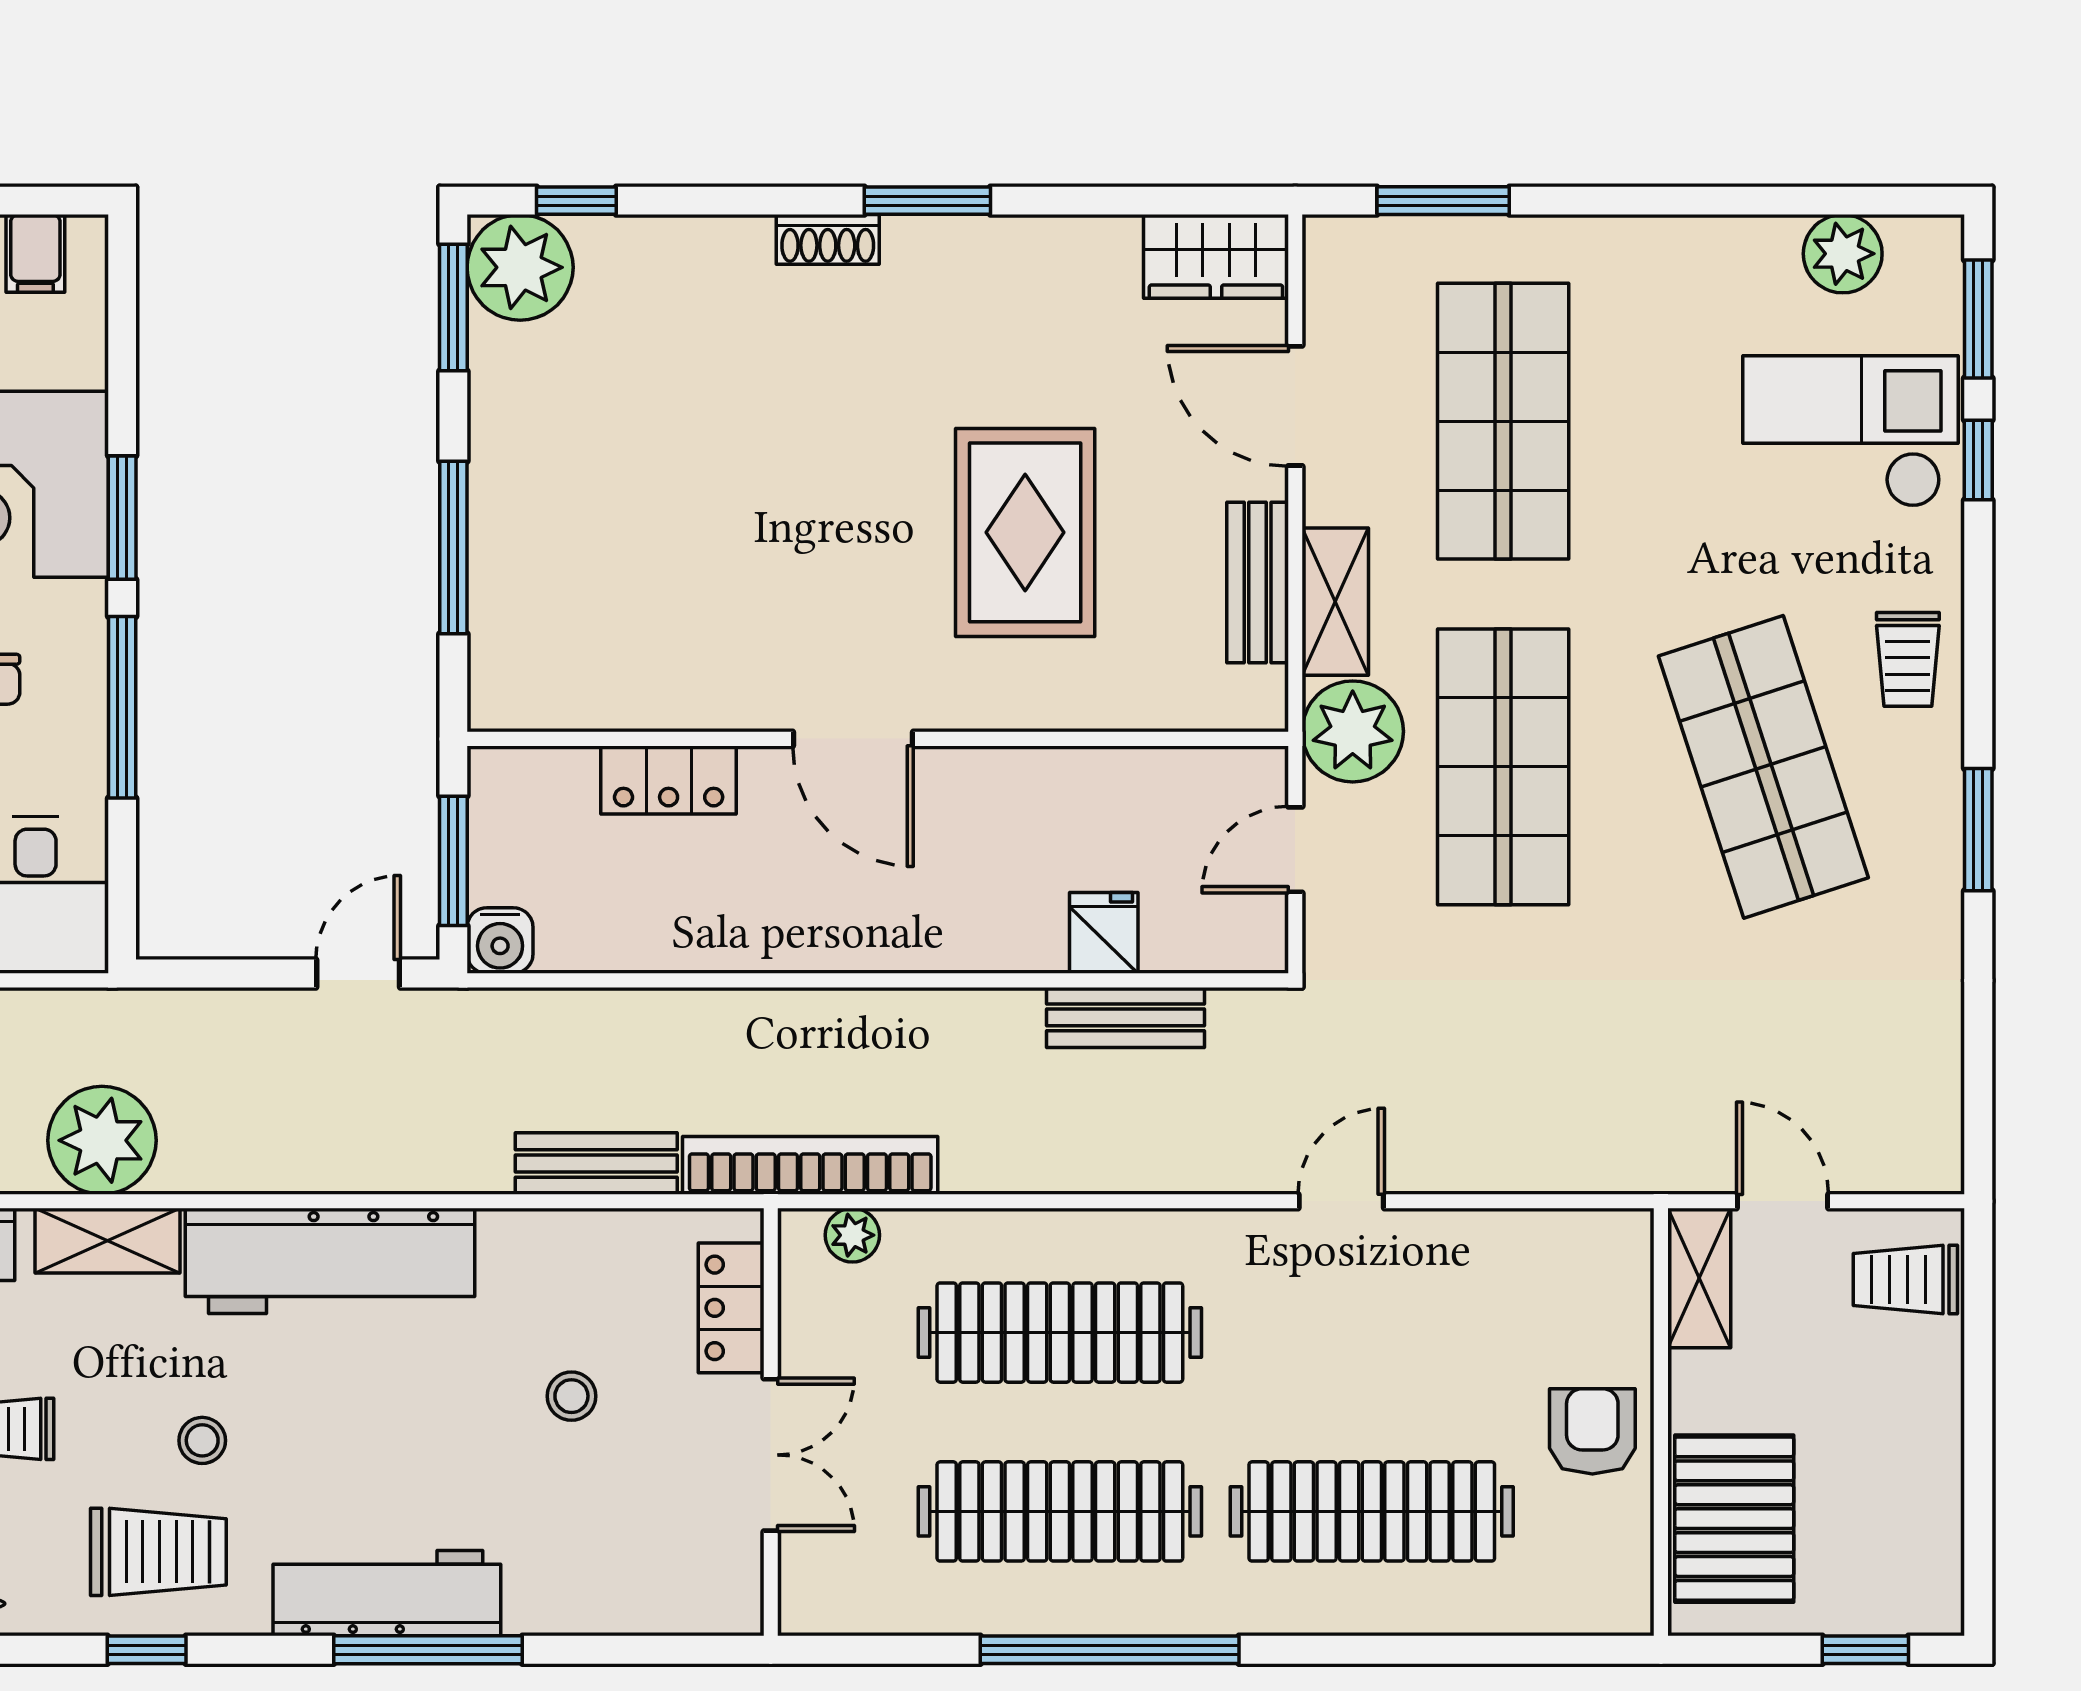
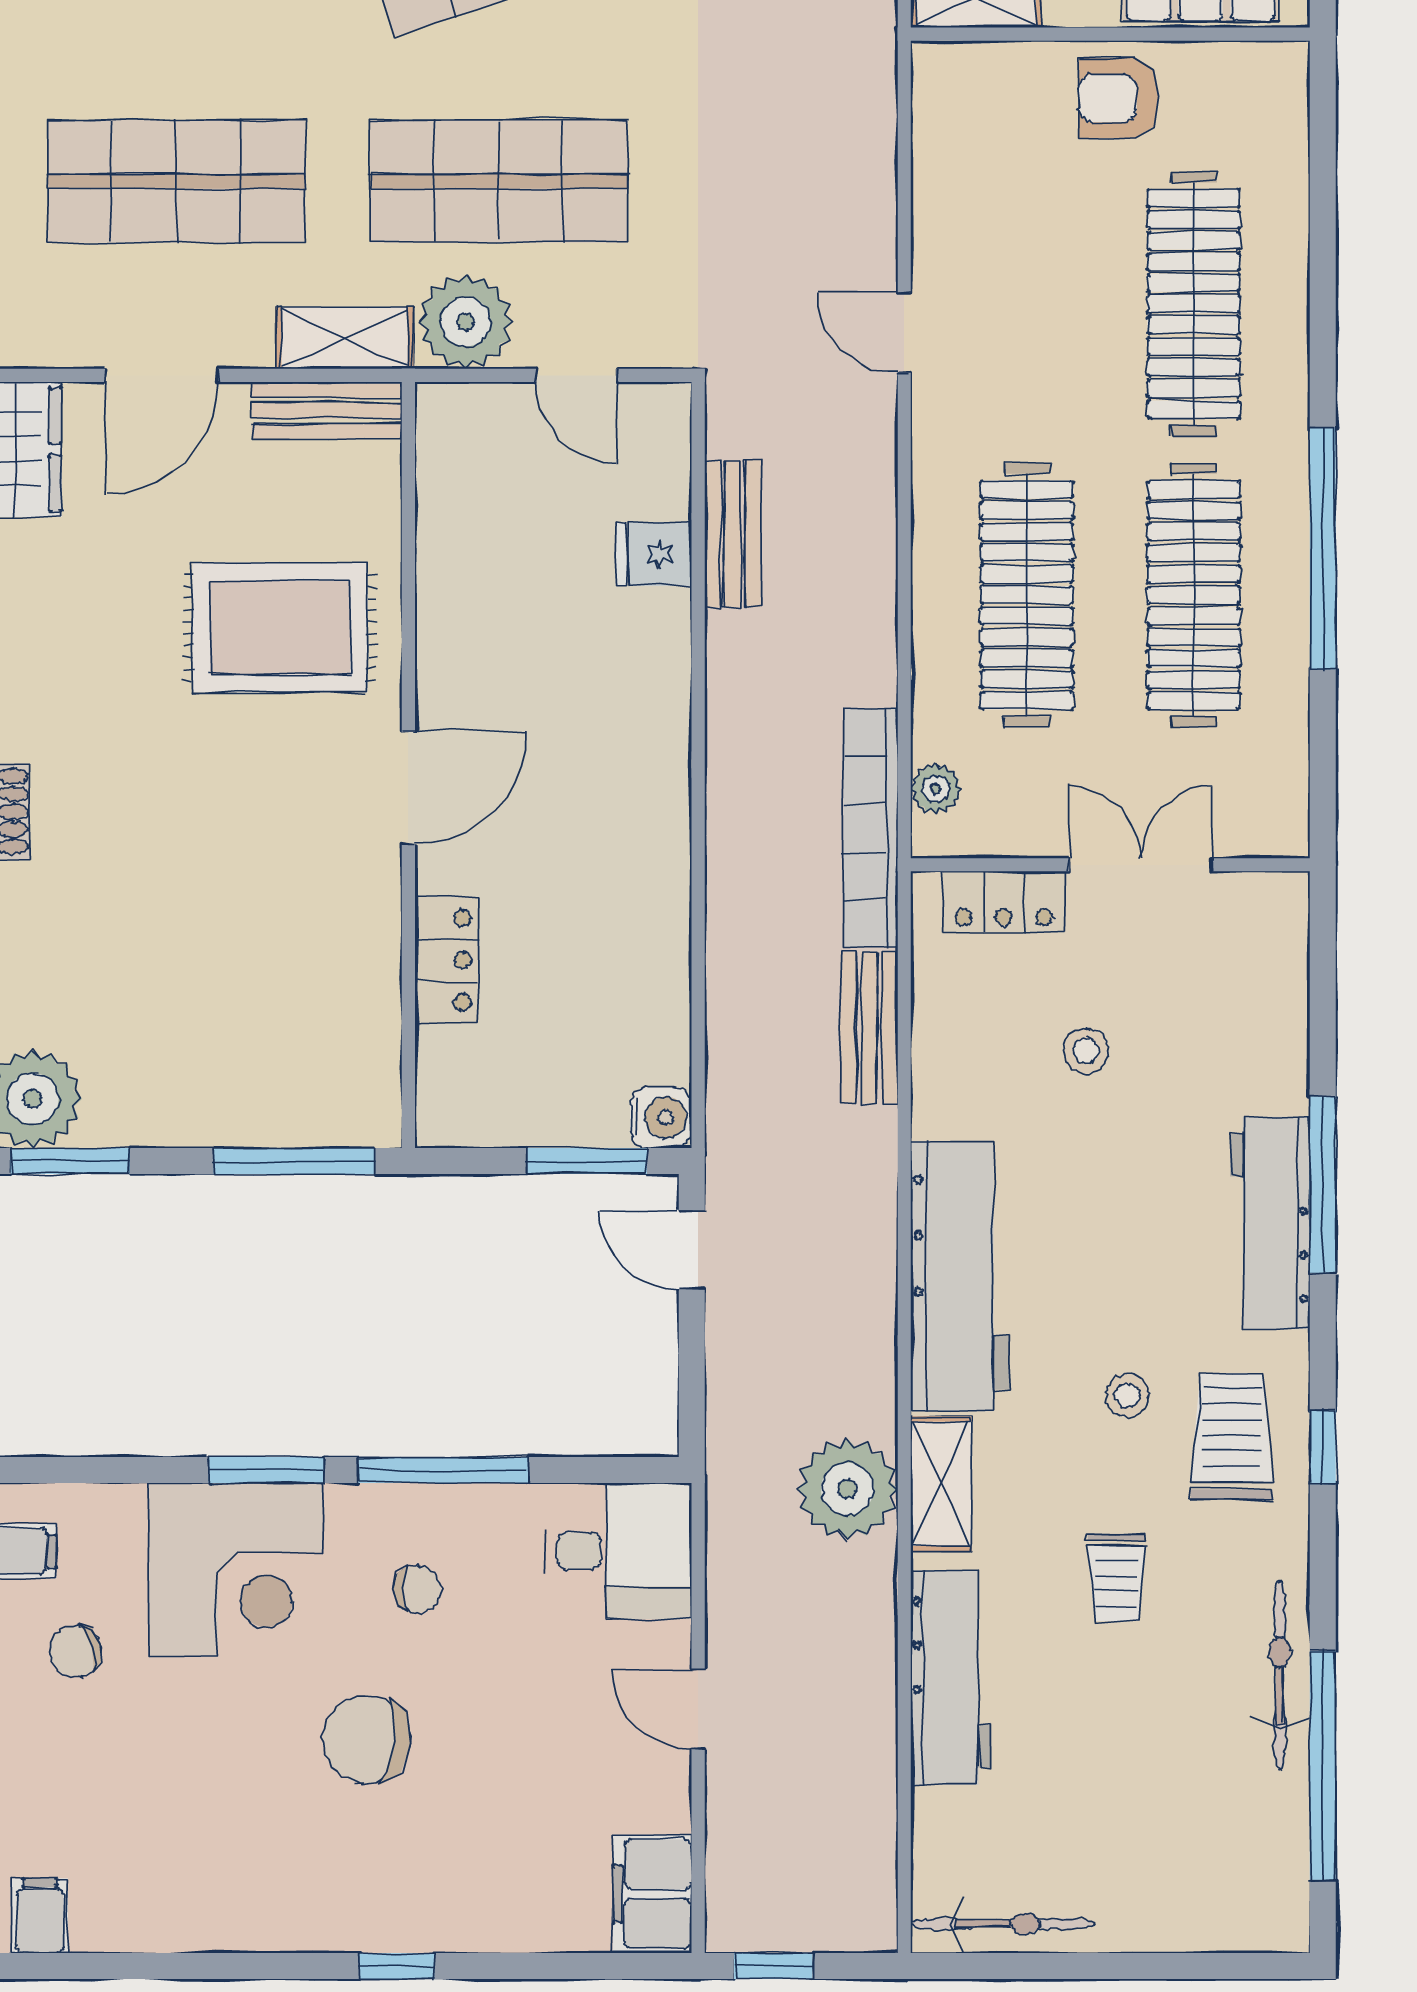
door: (853, 739) -> (408, 788), moved
wall: (878, 739) -> (408, 765), moved
locker: (669, 780) -> (447, 960), moved

